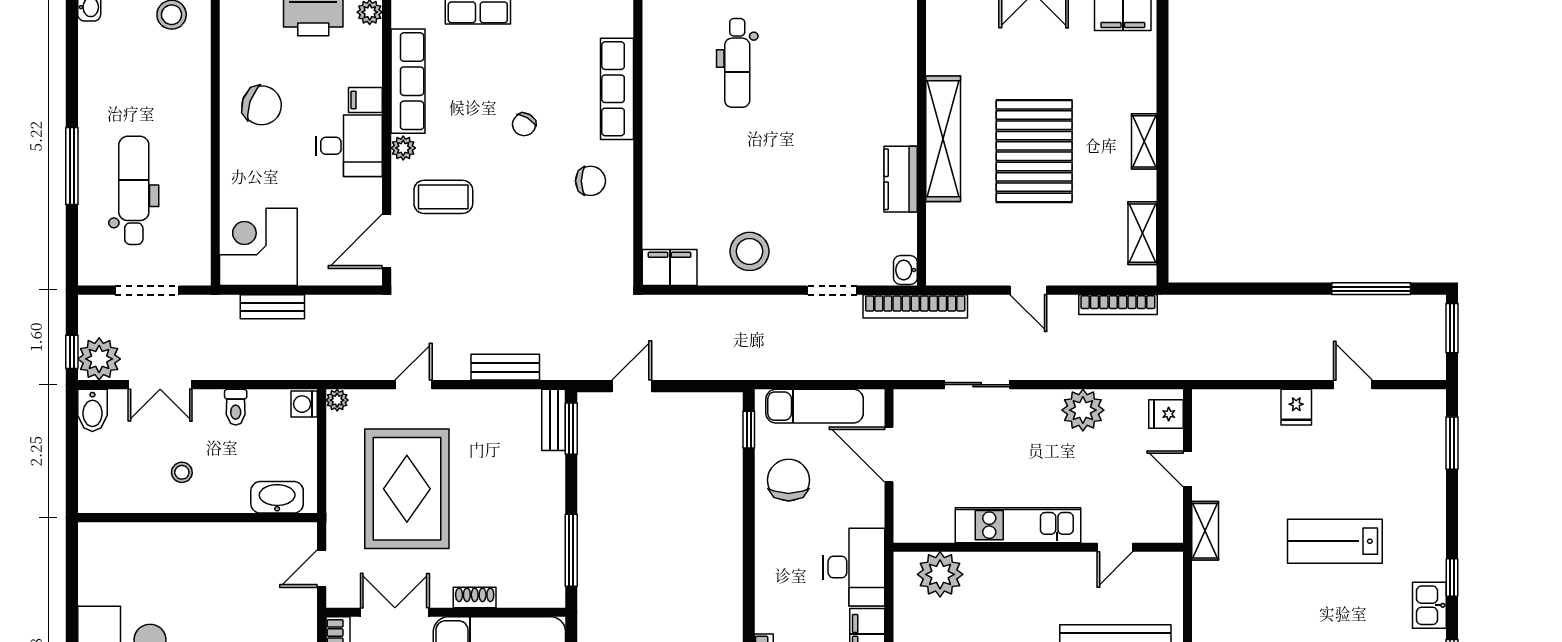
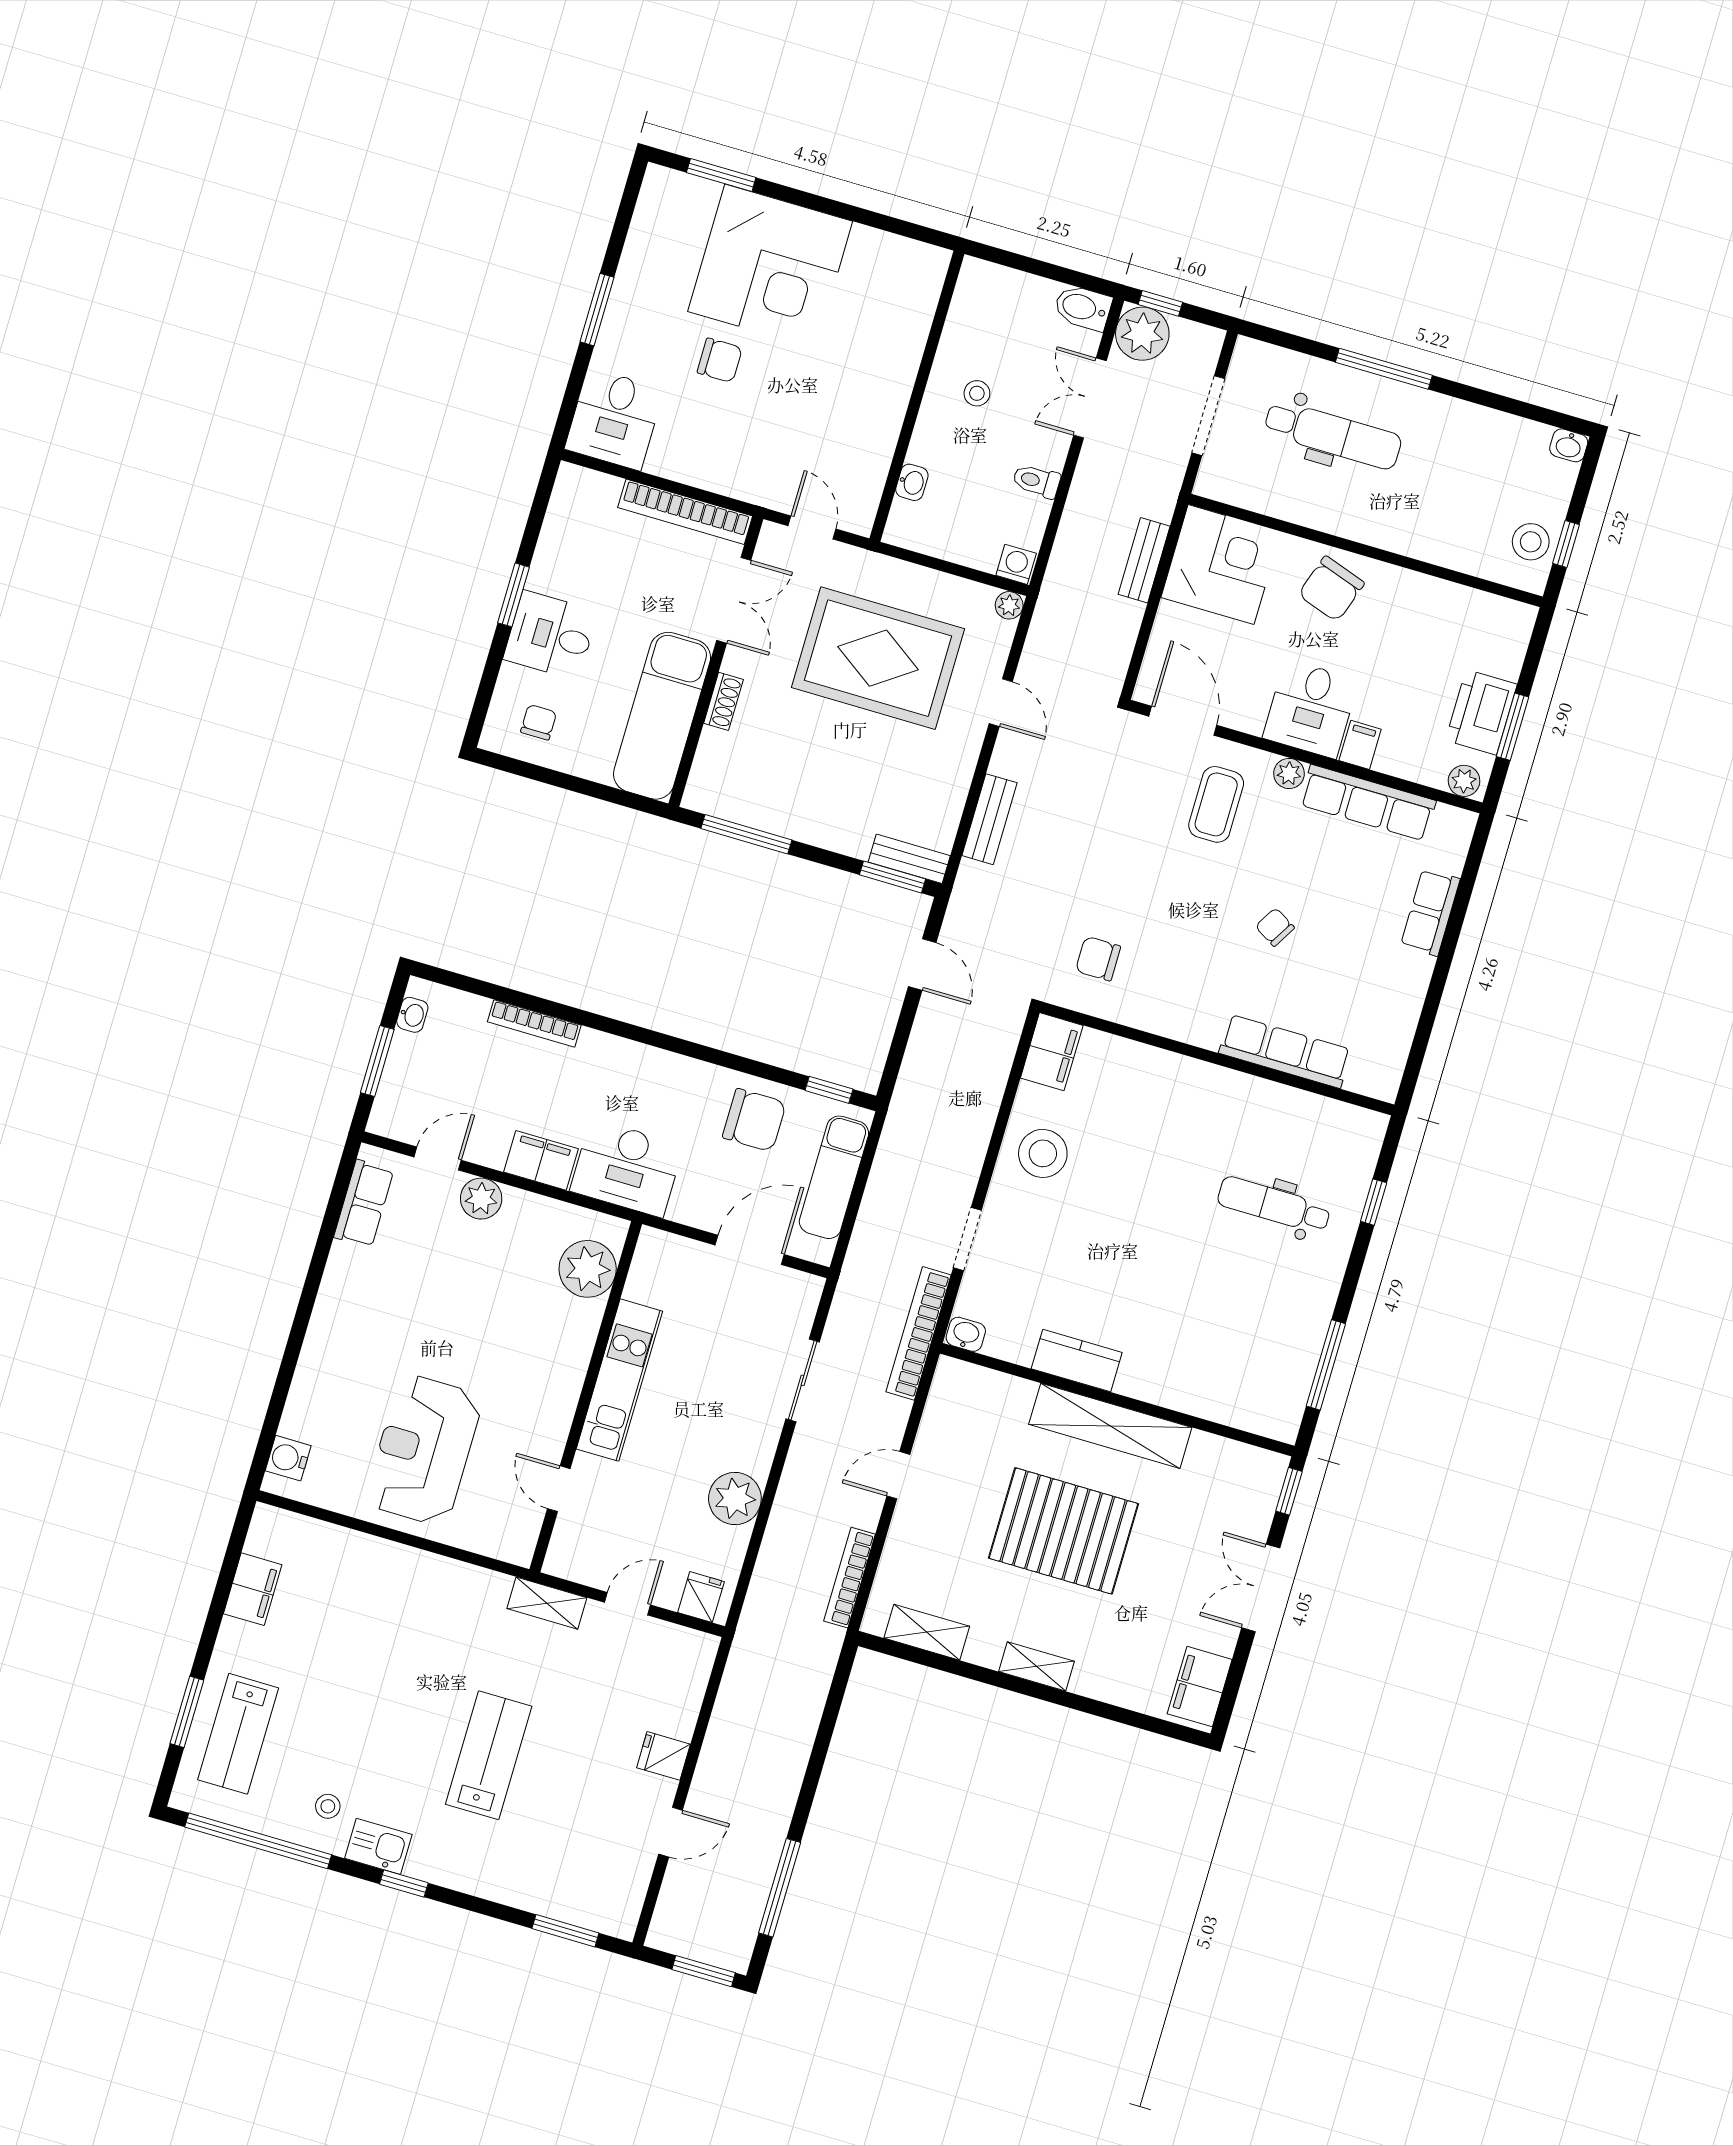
chair: (262, 105) -> (1331, 589), moved
chair: (591, 181) -> (1098, 959), moved, turned 90
washbasin: (277, 497) -> (912, 482), width x0.52, depth x0.69

